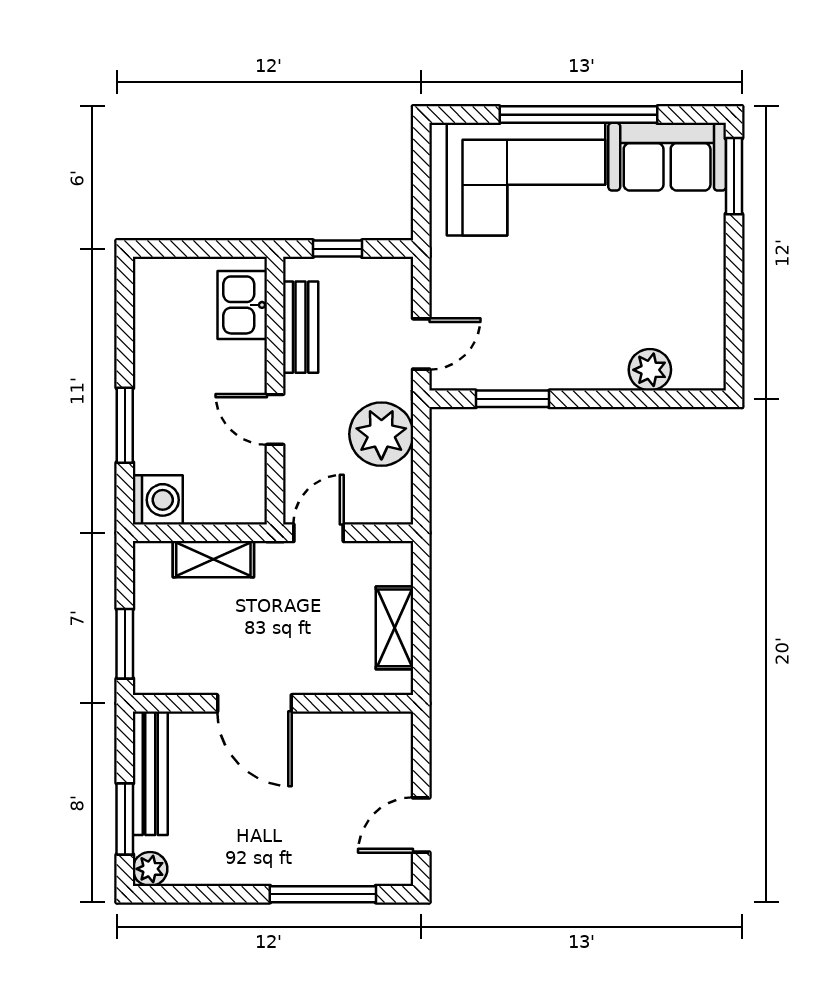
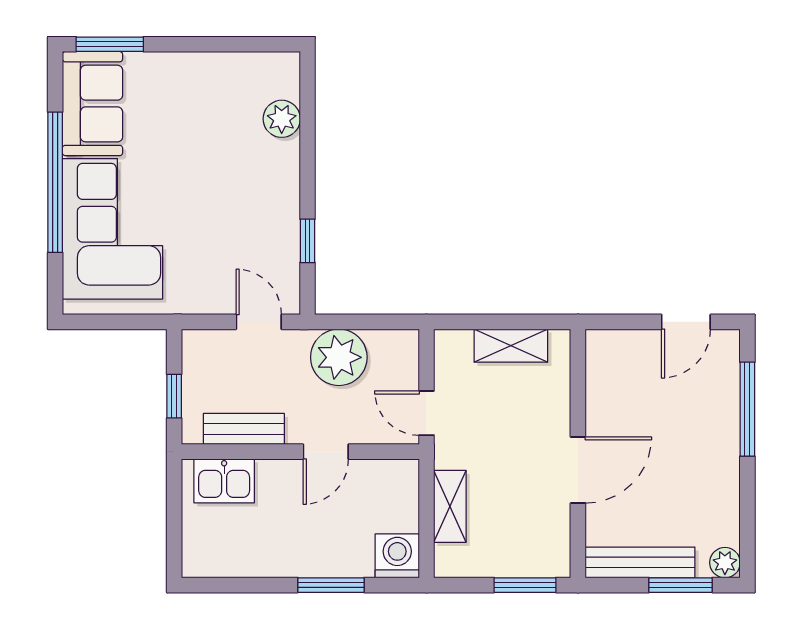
window: (512, 399) -> (308, 241), width x0.67
door: (421, 825) -> (686, 322), hinge flipped

